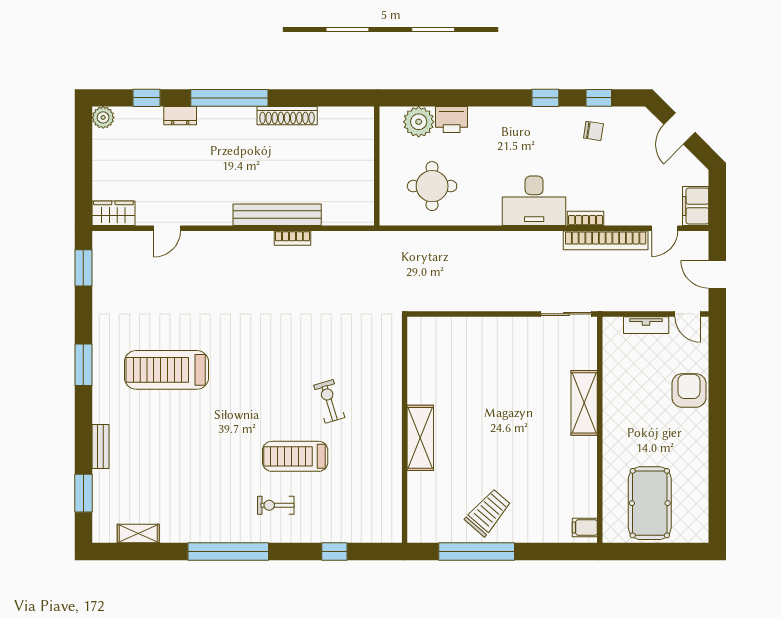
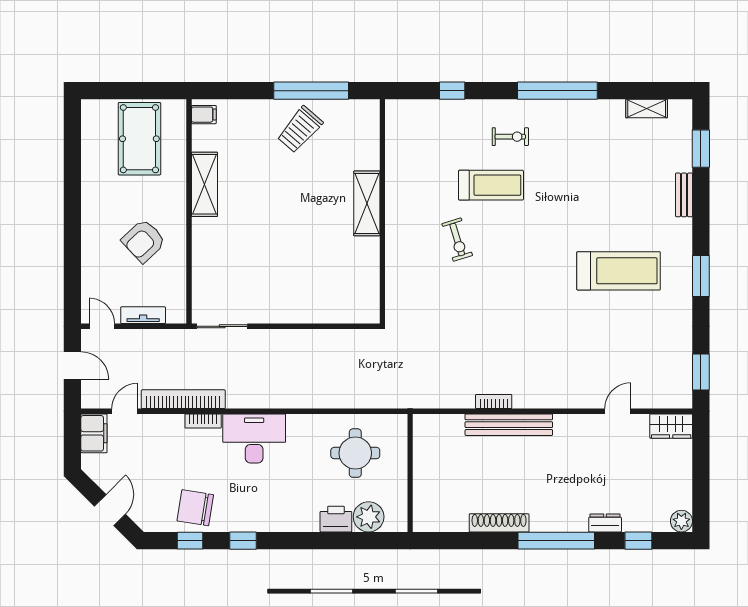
chair: (593, 131) -> (195, 508), width x1.87, depth x1.87
armchair: (689, 390) -> (144, 241), moved, turned 47
shelving: (584, 403) -> (204, 184), moved

